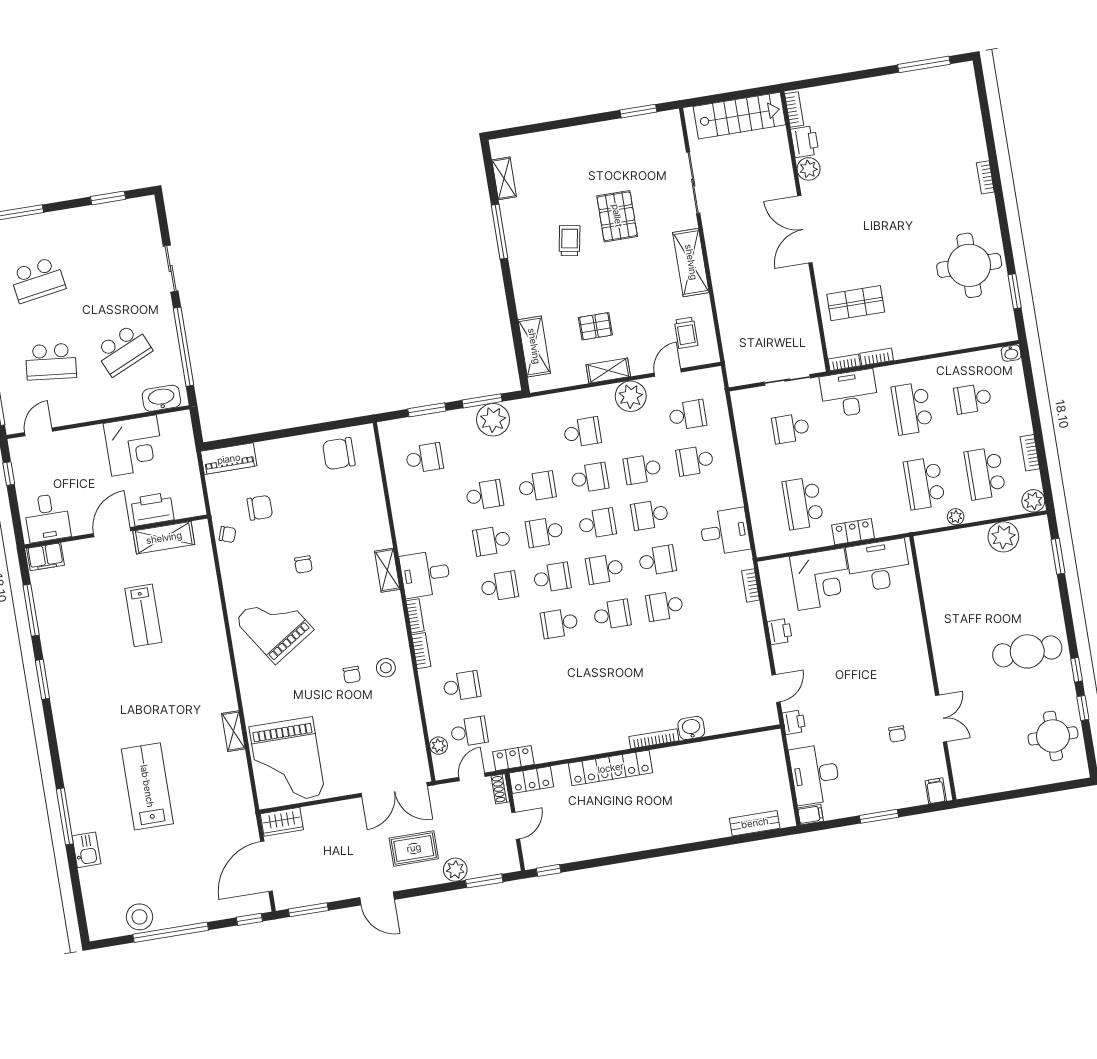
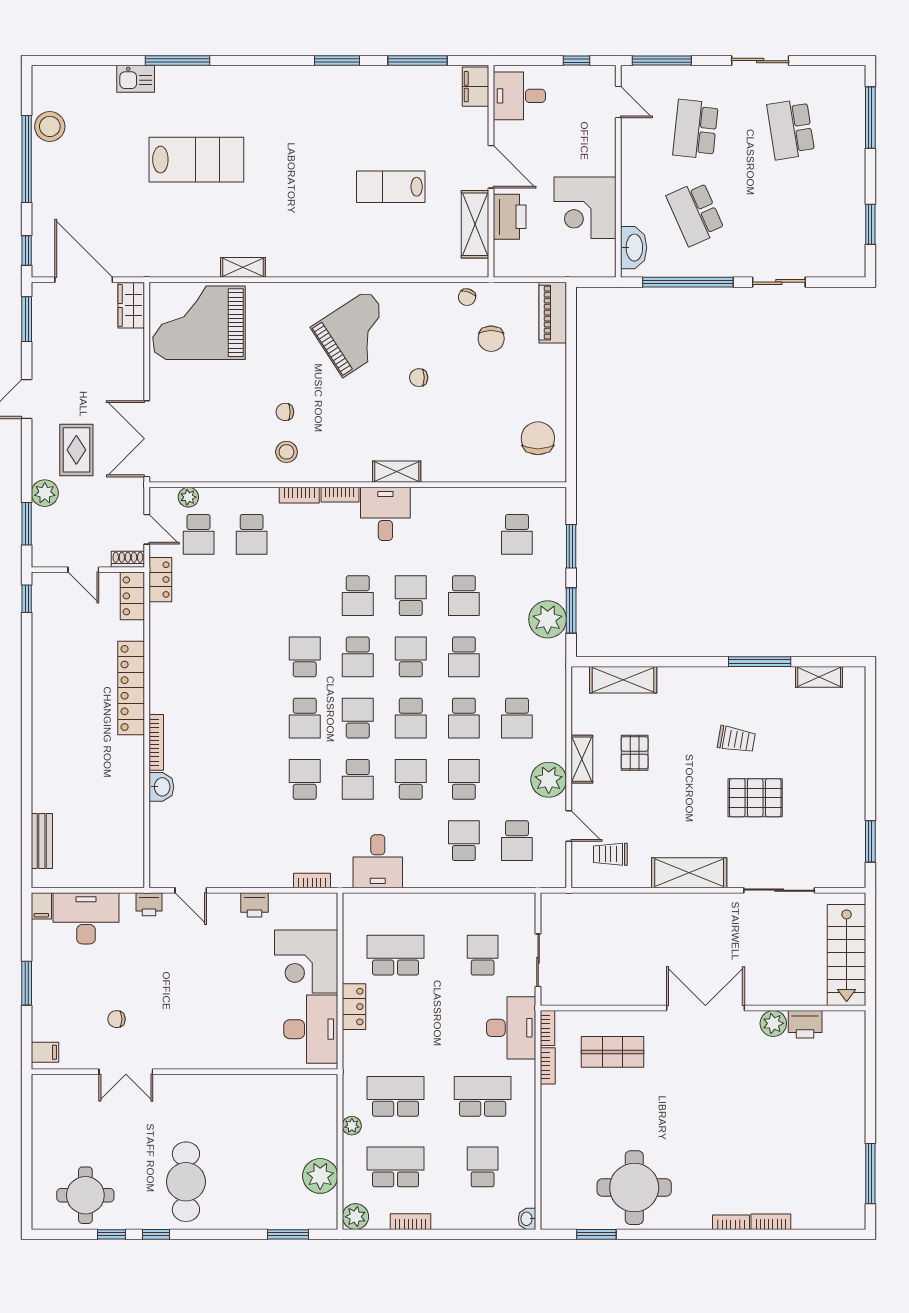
bookcase: (794, 110) -> (771, 1222), moved, turned 180
shop shelf: (856, 303) -> (612, 1052), turned 90

